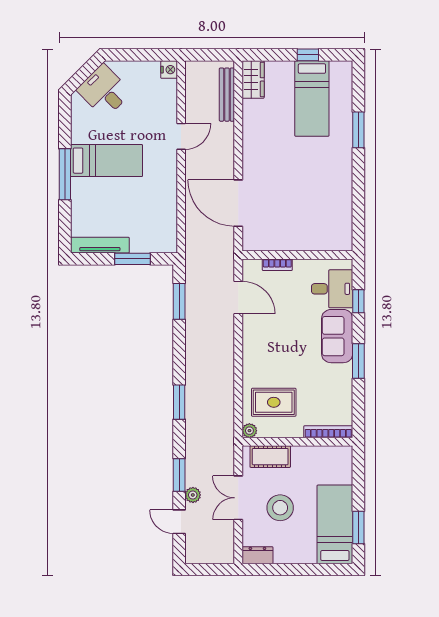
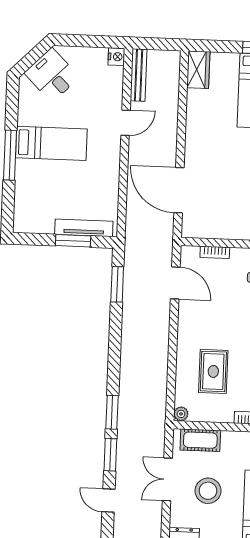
bench: (227, 95) -> (139, 75), moved
tv unit: (100, 245) -> (84, 228), moved
window: (179, 402) -> (112, 412), moved
rug: (274, 402) -> (213, 371), moved, turned 90
plant: (193, 495) -> (123, 475), removed

